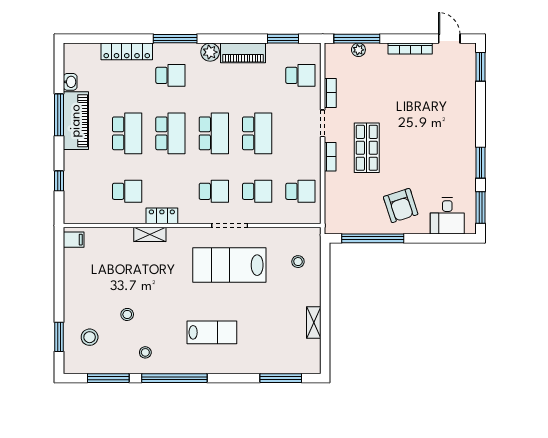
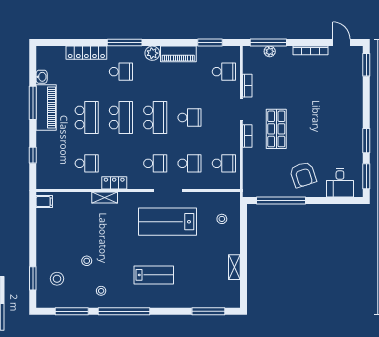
school desk: (257, 133) -> (190, 118), width x0.54

